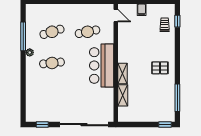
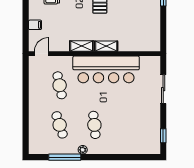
bar counter: (102, 65) -> (106, 69), width x1.36
shelving: (123, 95) -> (82, 46), moved
sliding door: (84, 125) -> (163, 89), width x0.54

